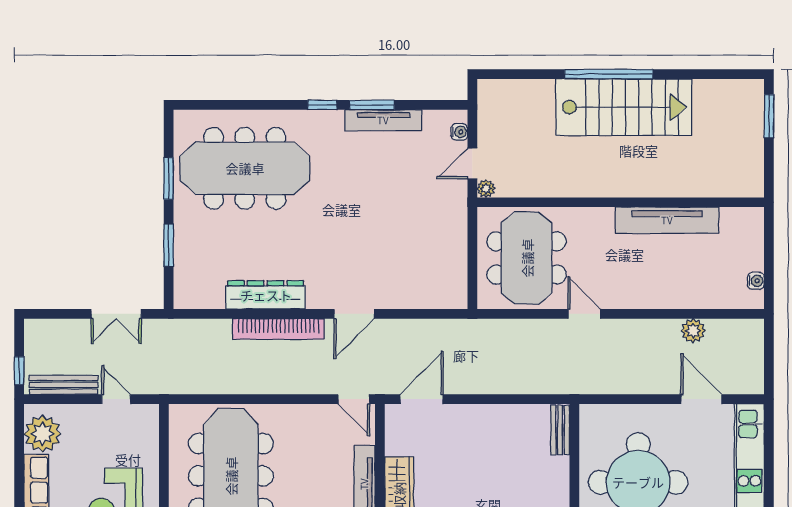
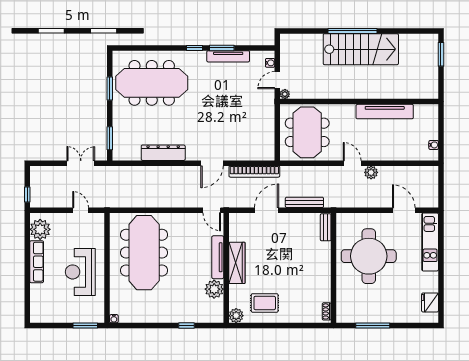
window: (169, 245) -> (110, 138), moved
double door: (116, 314) -> (81, 163), swing flipped
door: (584, 314) -> (352, 163), moved
bookcase: (278, 329) -> (254, 172), moved
plant: (693, 331) -> (371, 172), moved
bench: (64, 385) -> (304, 202), moved
door: (422, 399) -> (267, 210), moved

